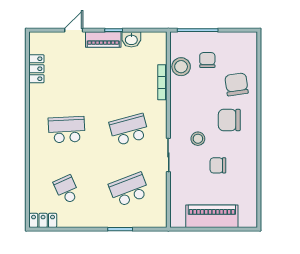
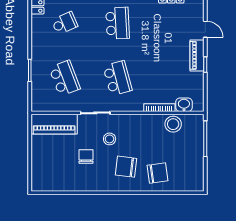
washbasin: (131, 39) -> (184, 105), moved, turned 90
chair: (207, 60) -> (179, 147), removed
chair: (229, 120) -> (126, 167), turned -83
piano: (212, 216) -> (54, 124), moved, turned 90

